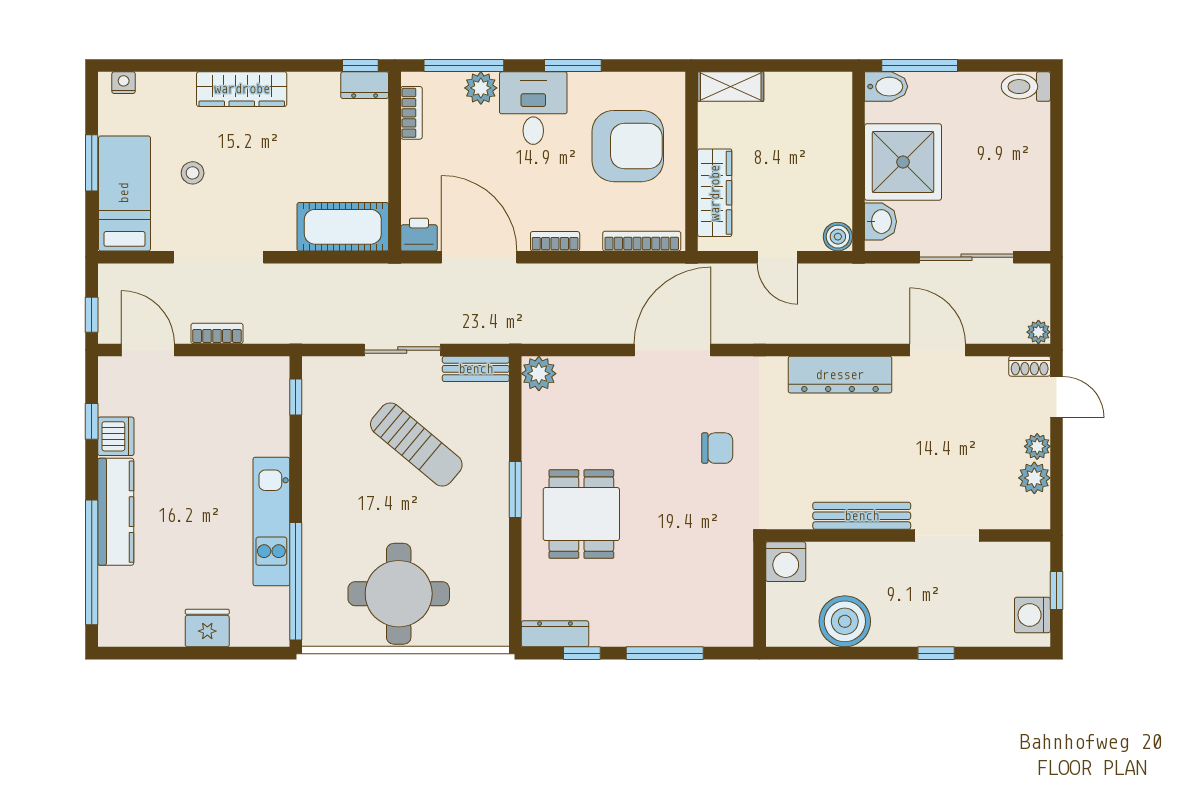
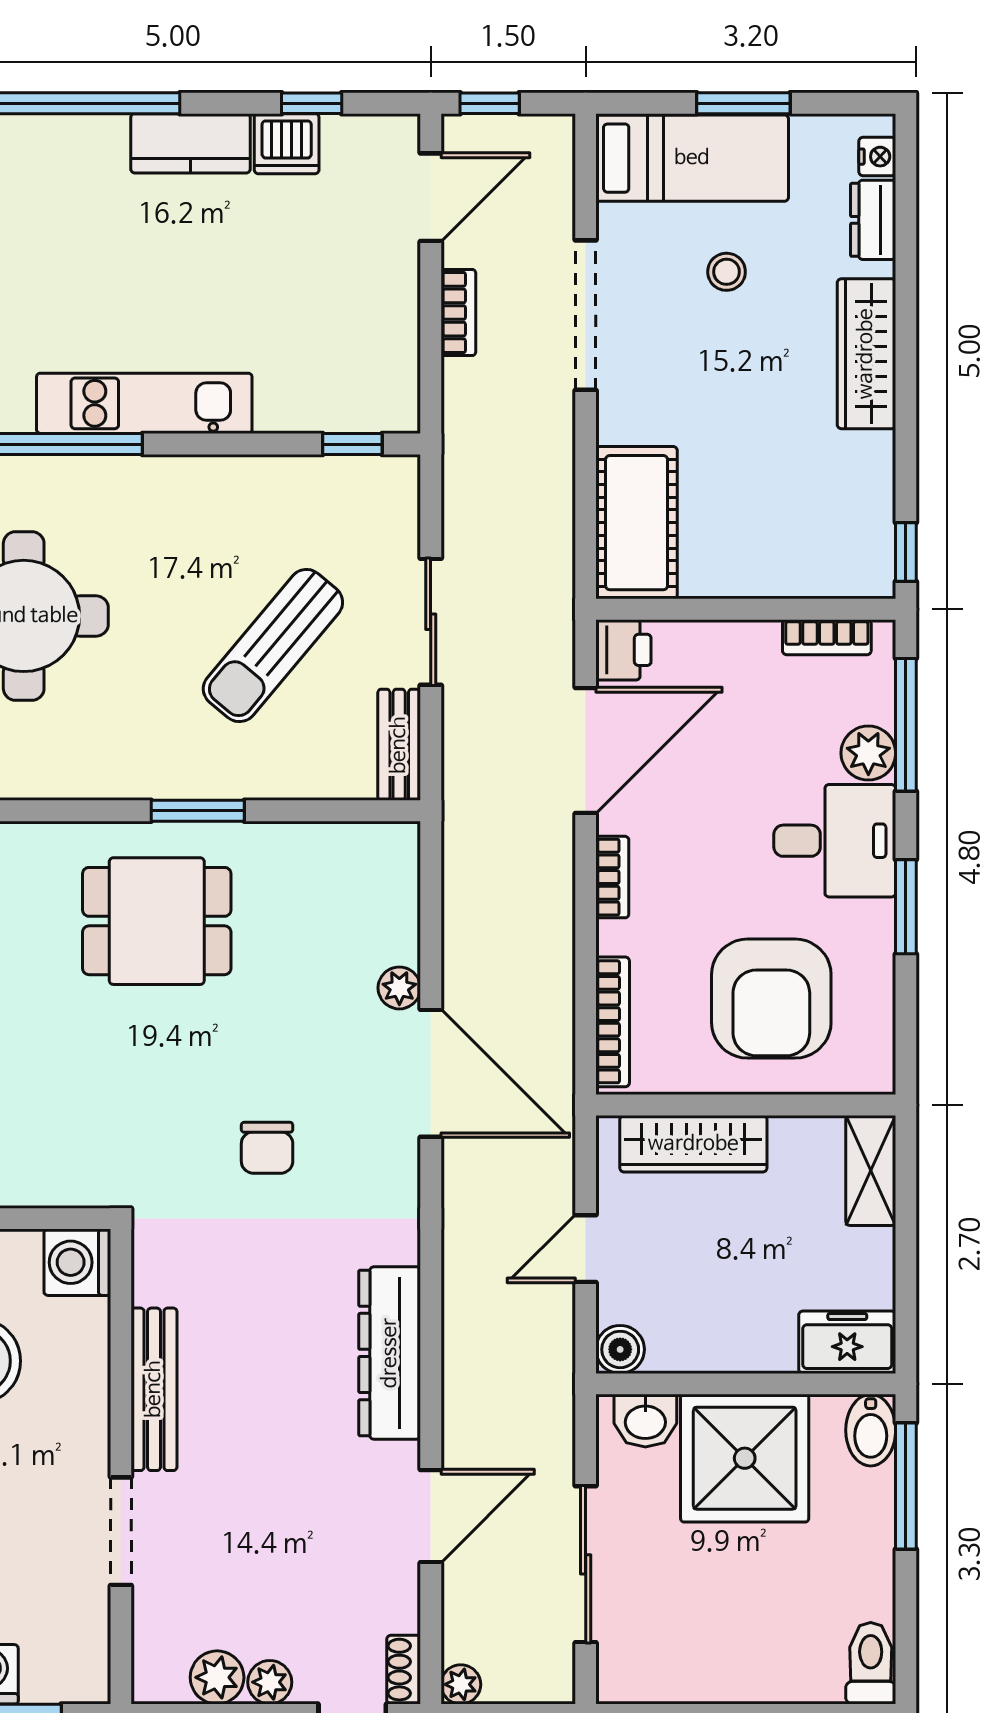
dresser: (365, 85) -> (873, 220), moved
freezer: (834, 101) -> (847, 1342), added
plant: (539, 374) -> (399, 988), moved, width x0.73, depth x0.73
kitchen counter: (116, 512) -> (191, 143), width x0.67

